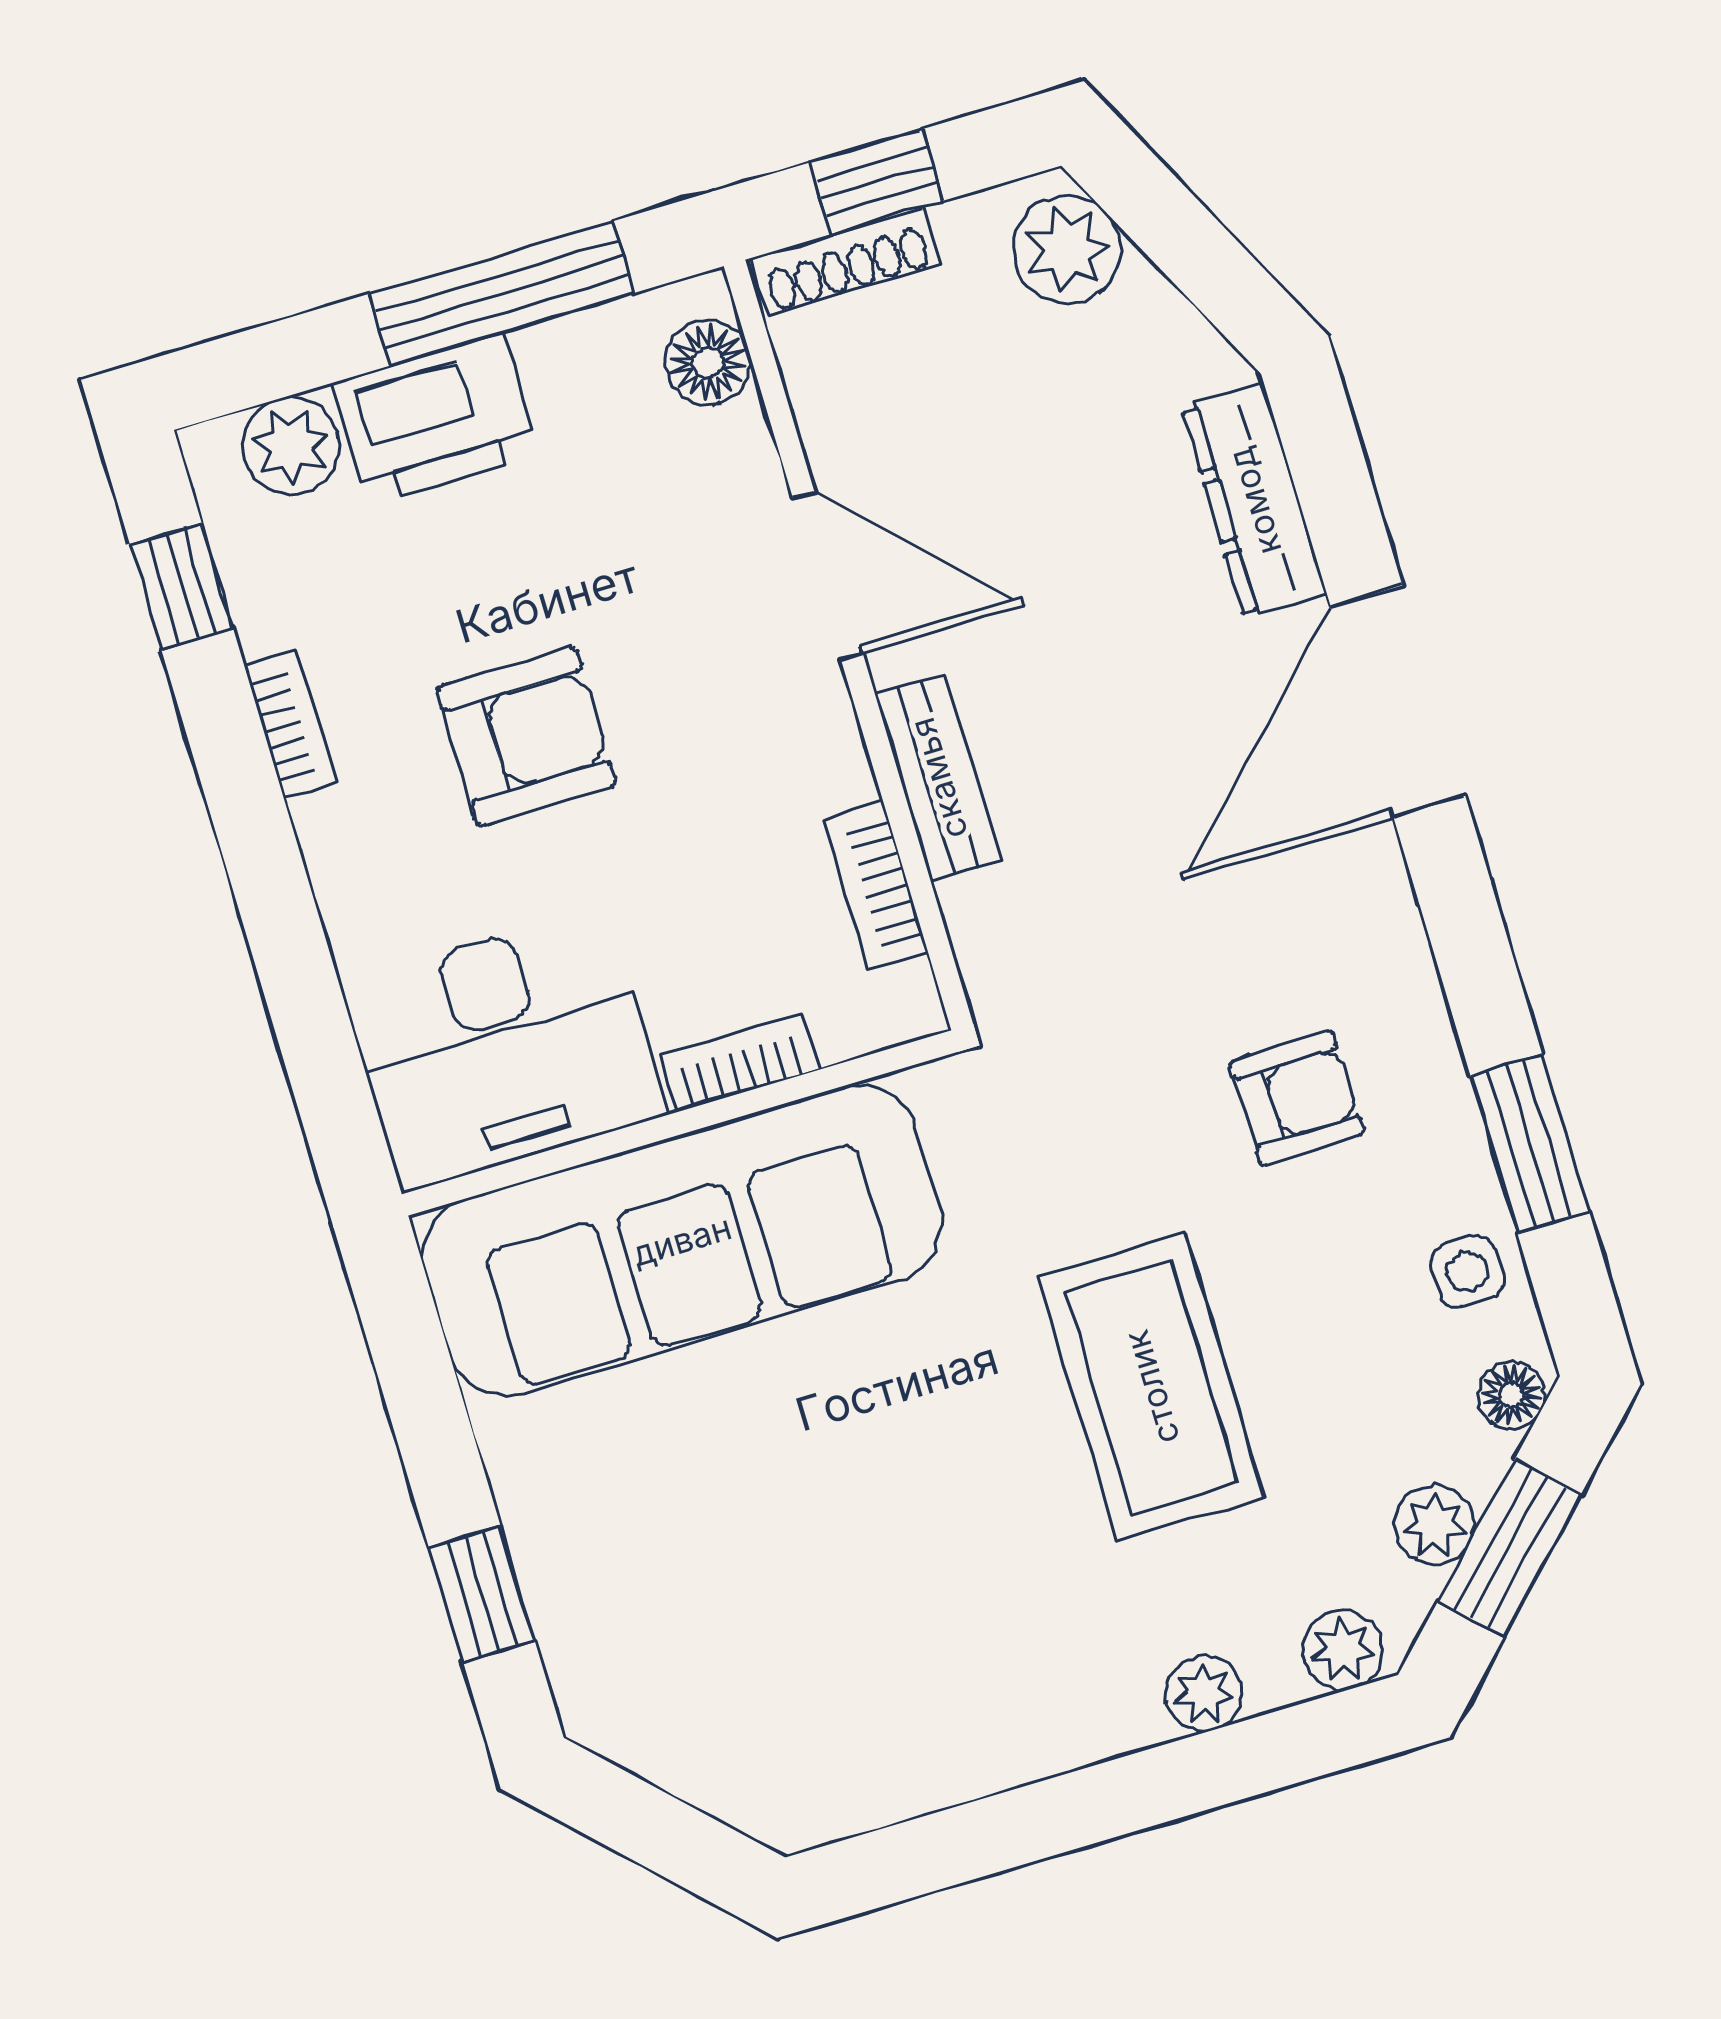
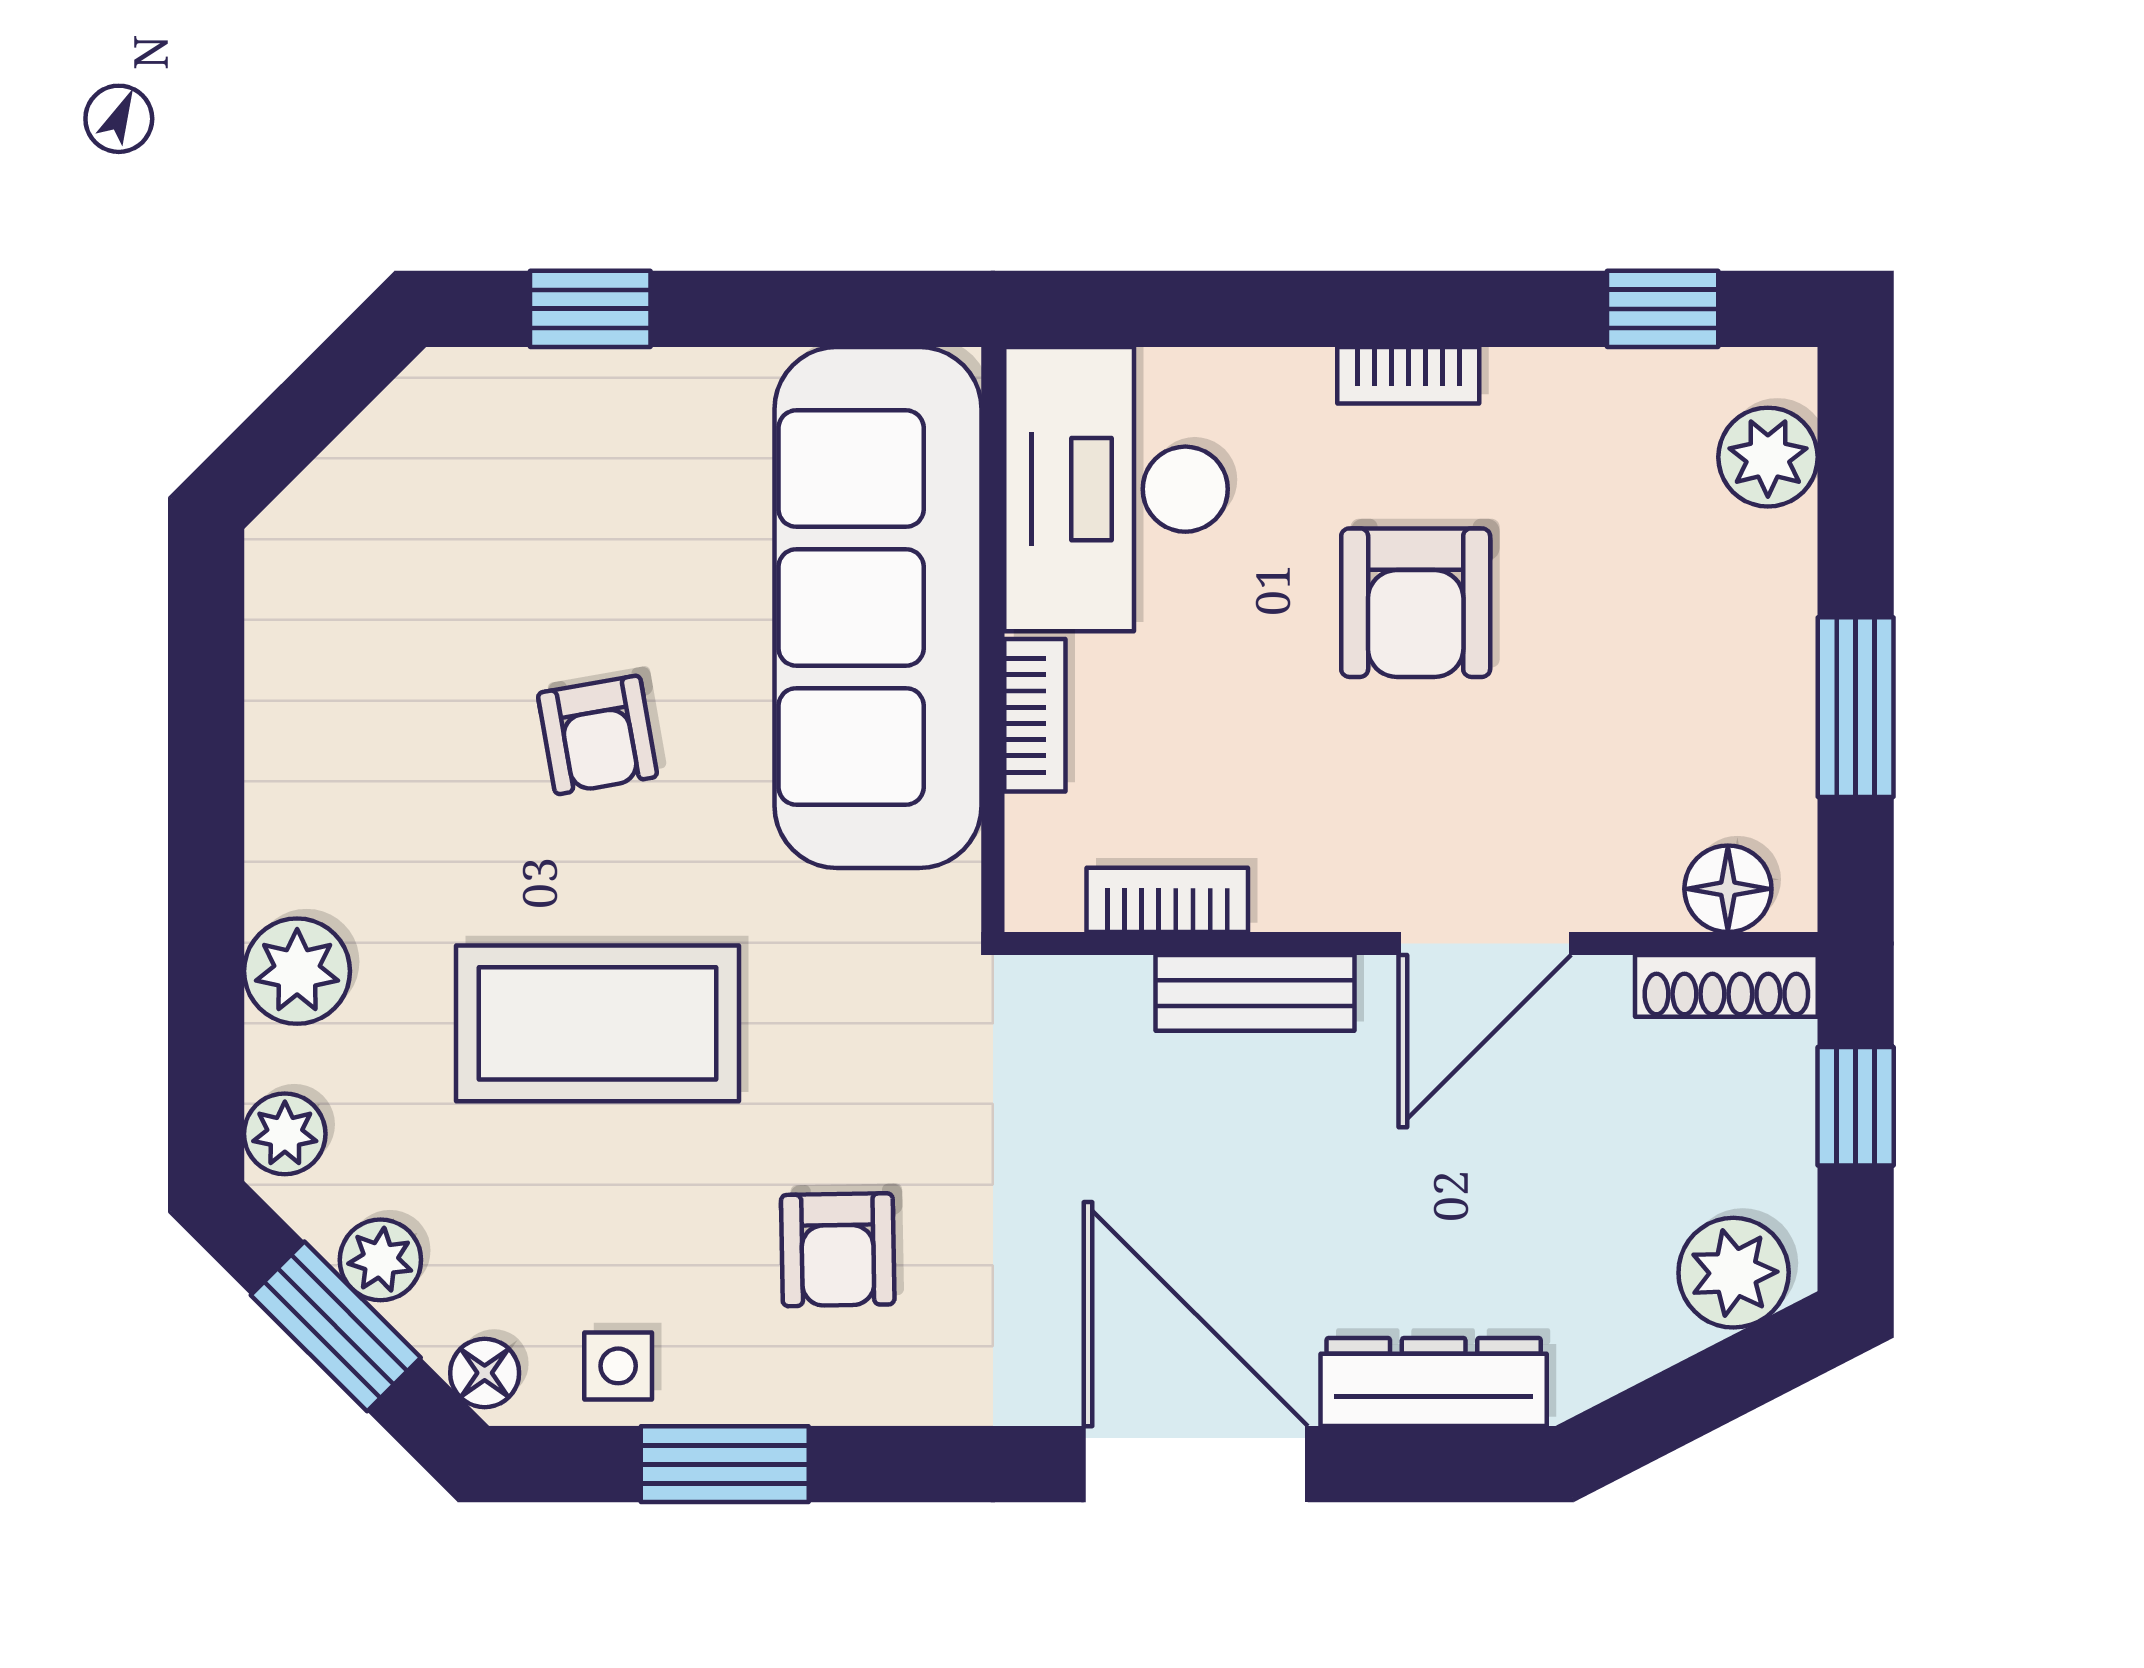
shoe rack: (846, 261) -> (1726, 986), moved, turned -90
window: (502, 293) -> (1856, 707), width x0.69
printer: (436, 419) -> (1752, 606), removed
bookcase: (291, 724) -> (1408, 375), moved
armchair: (880, 1468) -> (598, 735), added
plant: (1204, 1694) -> (297, 971), width x1.38, depth x1.38

